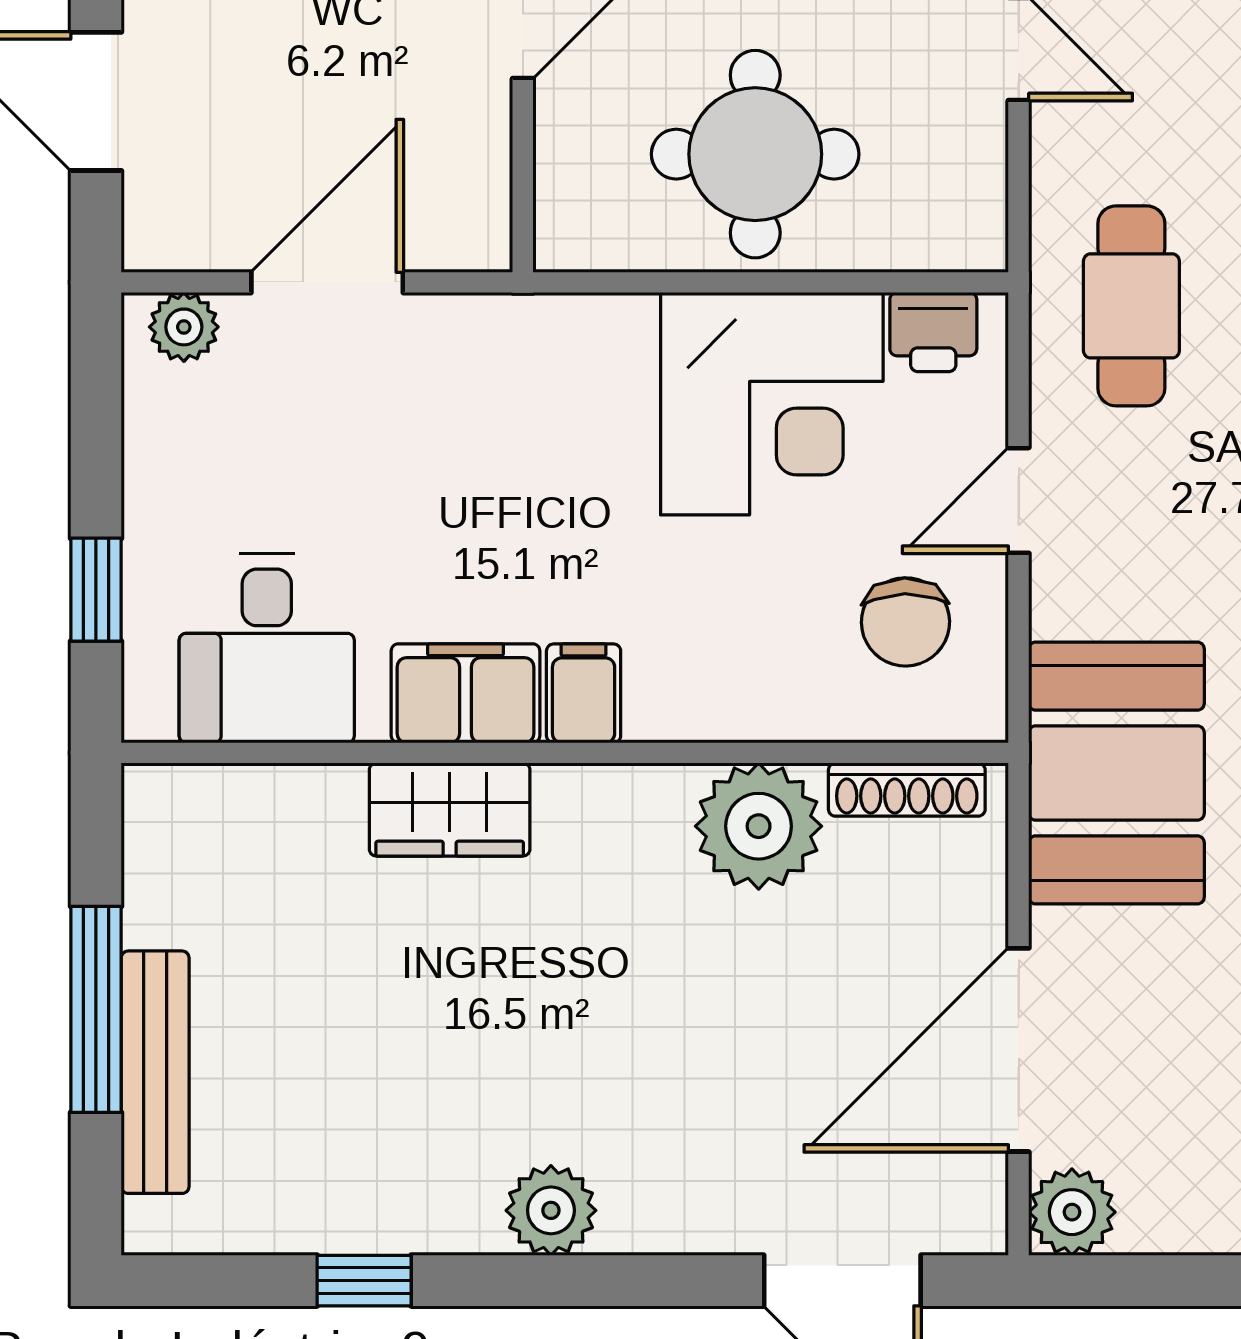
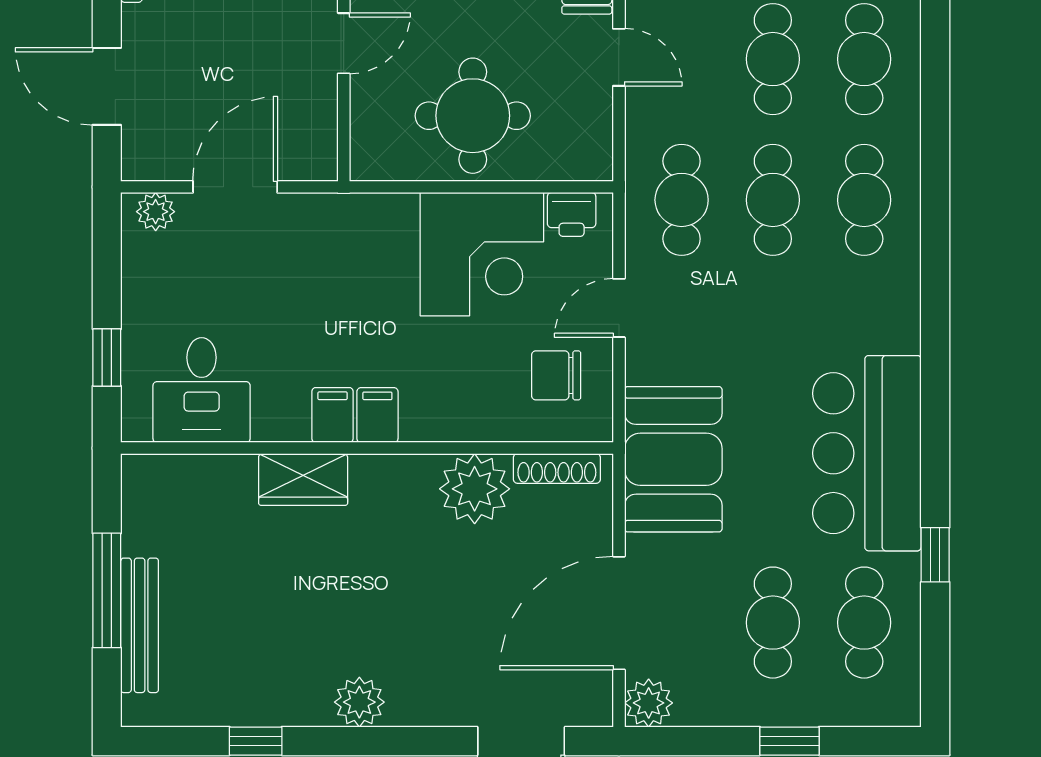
chair: (905, 622) -> (556, 375), turned 91
filing cabinet: (466, 693) -> (333, 415), width x0.50

